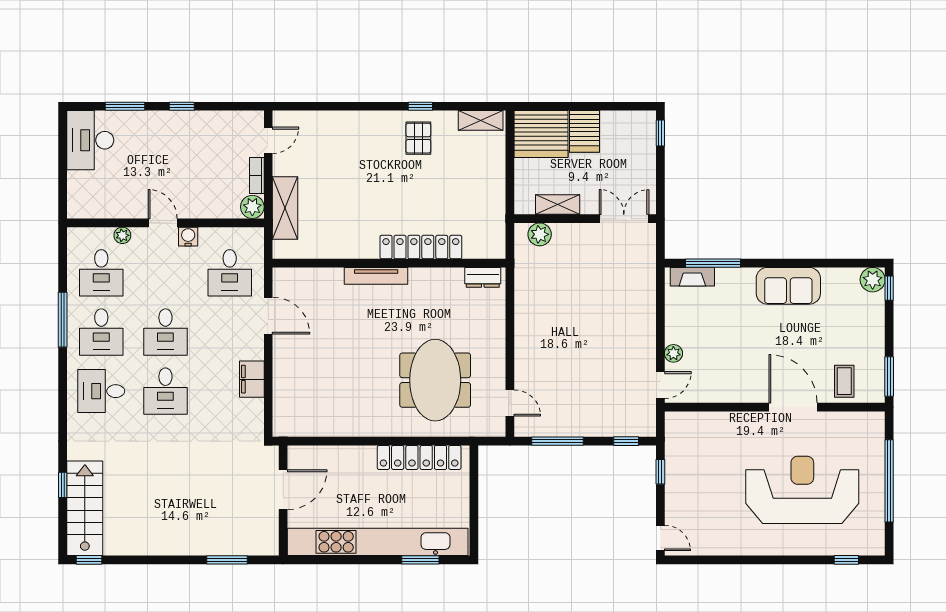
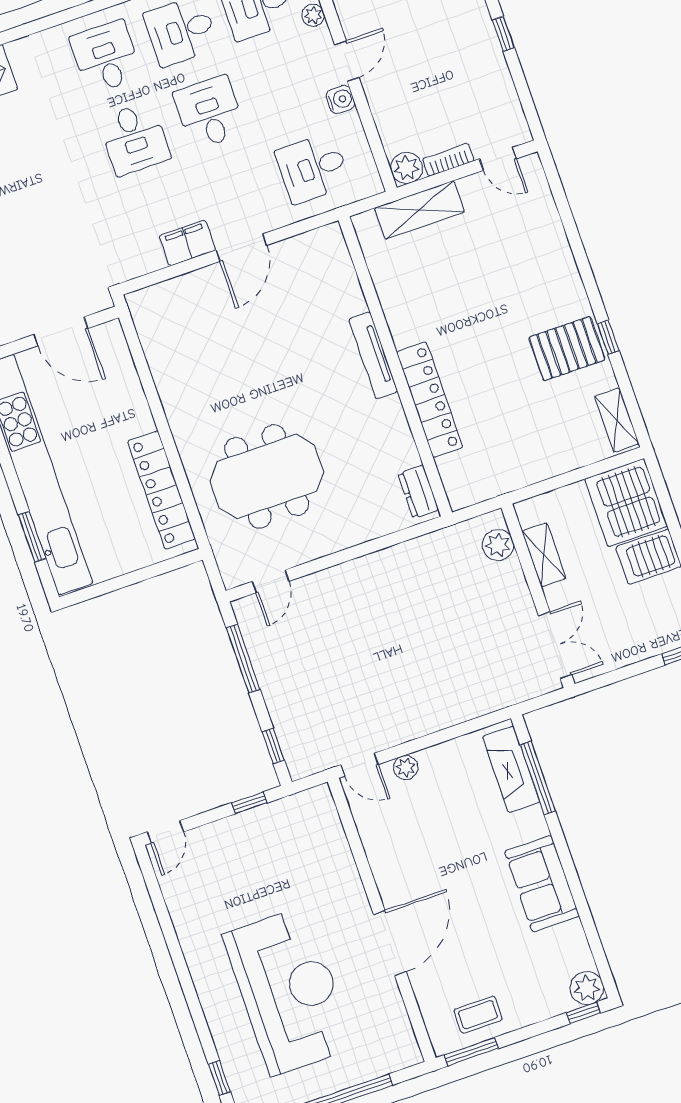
pallet: (418, 138) -> (567, 349), width x1.50, depth x1.42
fireplace: (692, 277) -> (511, 769), width x1.37, depth x1.32
door: (268, 316) -> (241, 248), moved
desk: (165, 332) -> (209, 113), turned 90
coffee table: (844, 381) -> (478, 1015), moved
desk: (165, 391) -> (134, 139), turned -90

